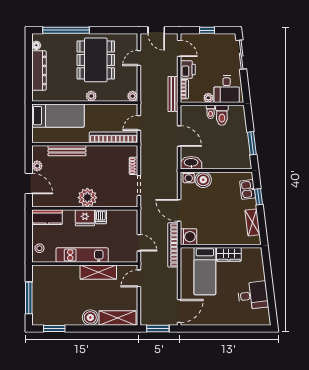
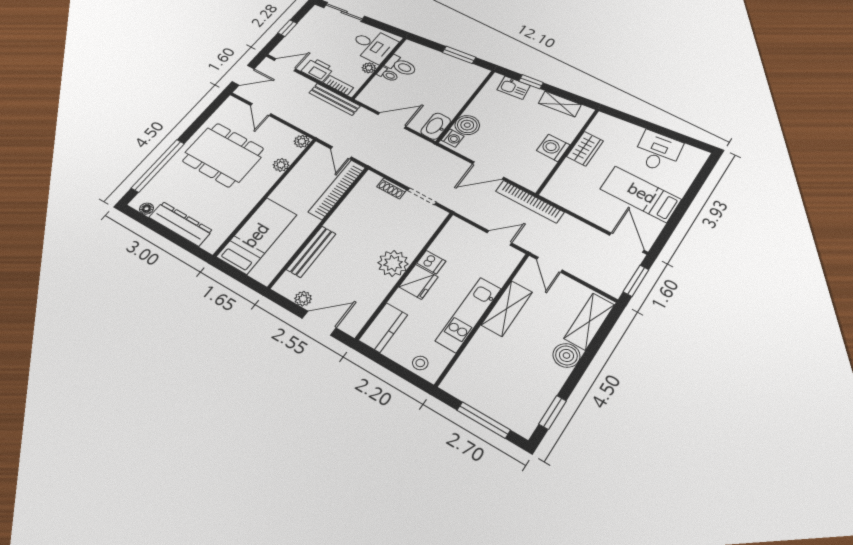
plant: (91, 96) -> (281, 165), moved
washing machine: (189, 237) -> (553, 148), moved, turned -90
bed: (205, 271) -> (641, 194), moved, turned 180

